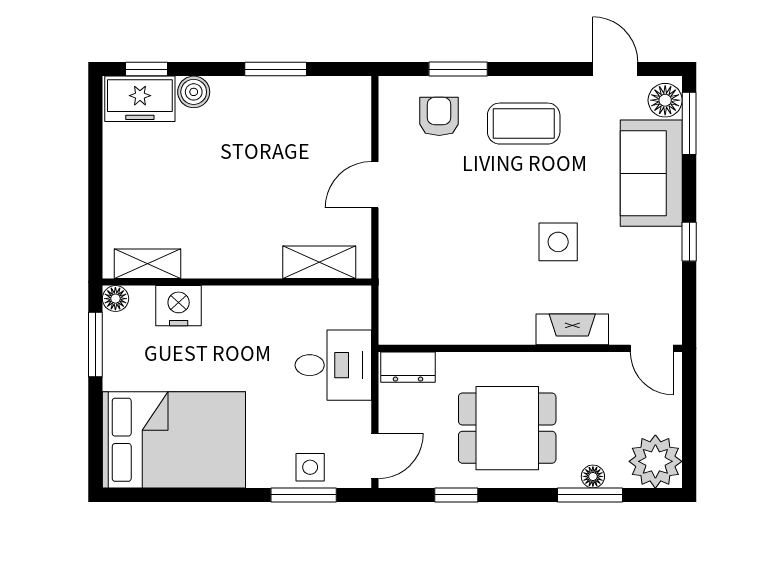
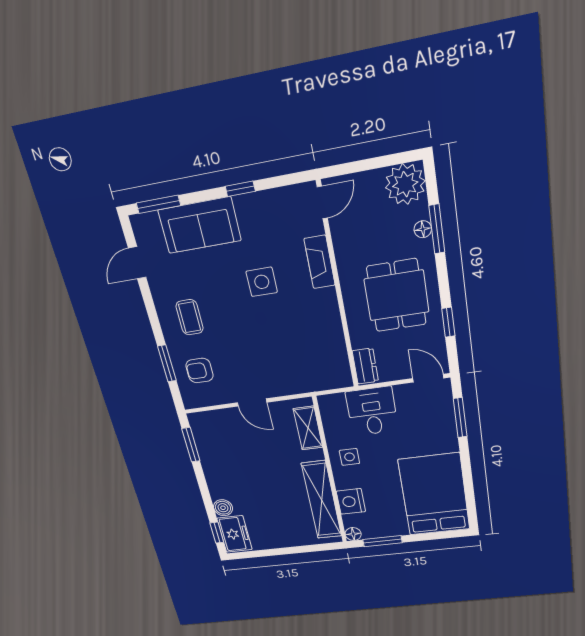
window: (276, 69) -> (191, 445), moved
floor lamp: (665, 100) -> (148, 224), removed
coffee table: (524, 124) -> (190, 317), width x0.73, depth x0.77
shelving: (147, 264) -> (322, 500), width x2.20, depth x1.33
side table: (310, 467) -> (349, 457), moved

